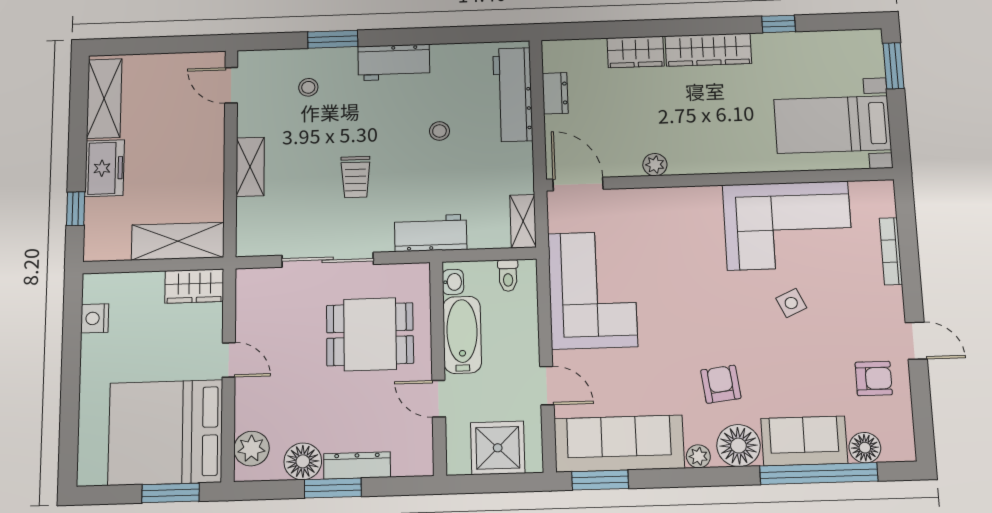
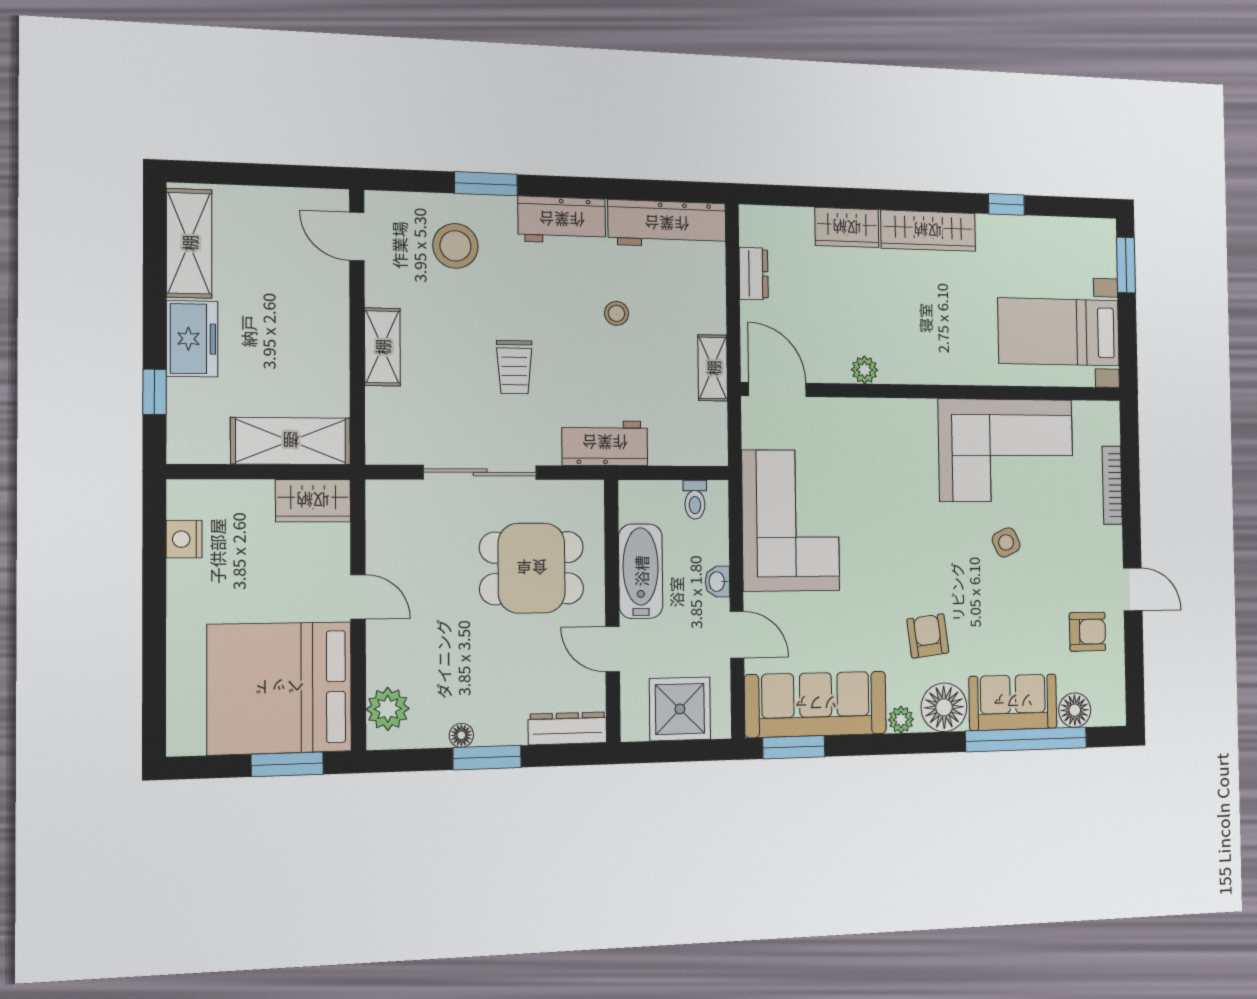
stool: (308, 87) -> (455, 246), width x1.89, depth x1.89
workbench: (513, 95) -> (667, 224), moved, turned -90
shelving: (523, 221) -> (713, 368), moved
washbasin: (453, 282) -> (717, 582), moved, turned 180
floor lamp: (303, 461) -> (461, 735), width x0.53, depth x0.53
dresser: (357, 465) -> (567, 728), moved

